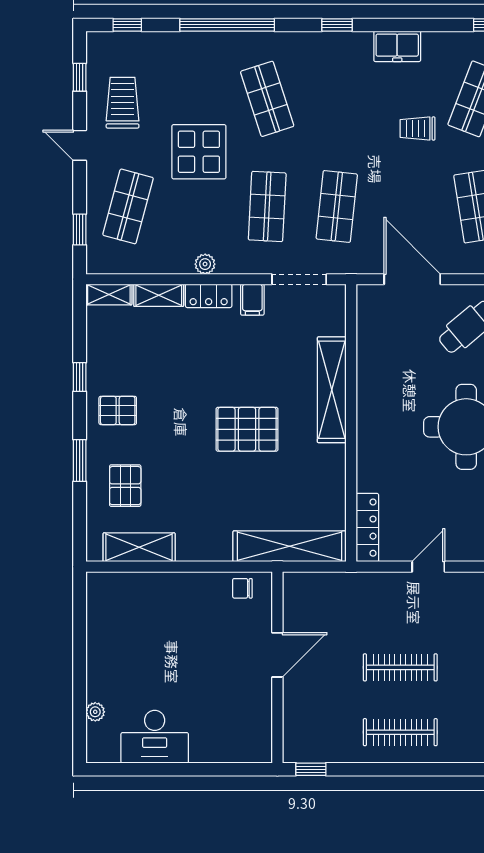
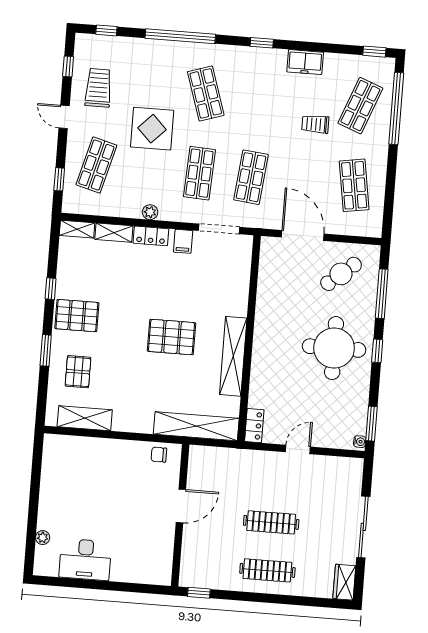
shelving: (332, 390) -> (233, 356), moved
pallet: (118, 410) -> (77, 316), width x1.50, depth x1.42
locker: (367, 528) -> (254, 426), width x0.66

